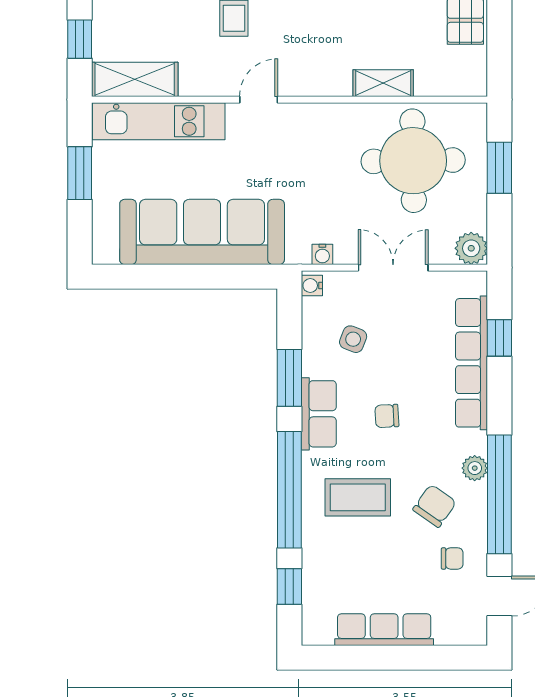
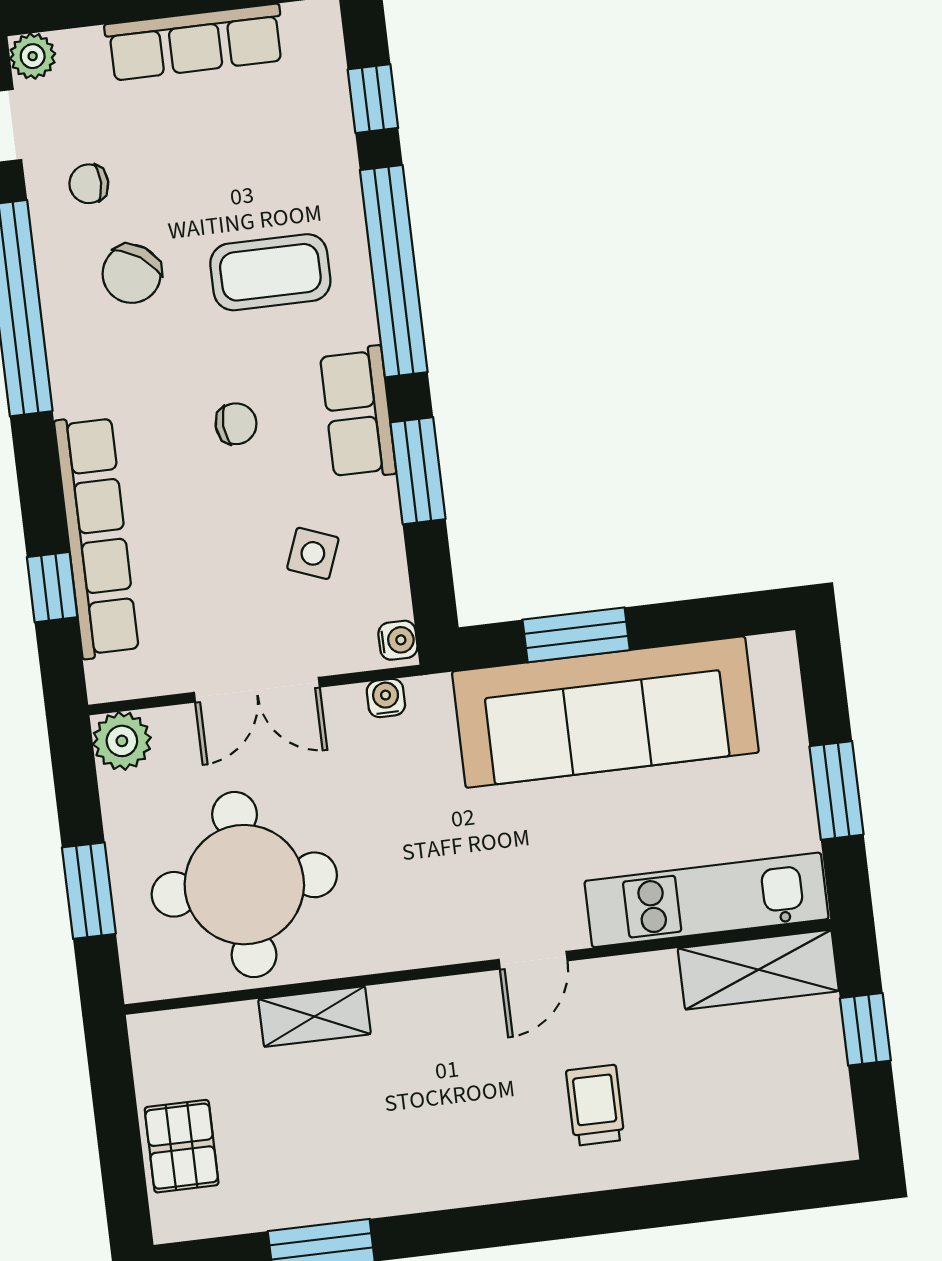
window: (213, 277) -> (576, 635), added
plant: (475, 468) -> (33, 56), moved

